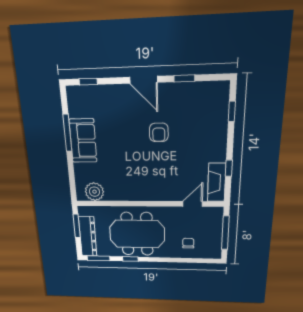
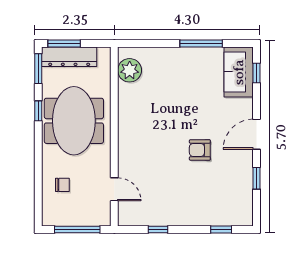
sofa: (83, 141) -> (239, 72), moved, turned 90
fireplace: (217, 182) -> (141, 217), removed
window: (77, 226) -> (64, 43), moved

